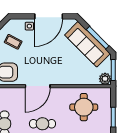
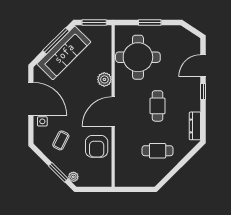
plant: (105, 79) -> (104, 79), moved
door: (38, 86) -> (113, 112), swing flipped
round table: (84, 107) -> (138, 57), width x1.36, depth x1.36

